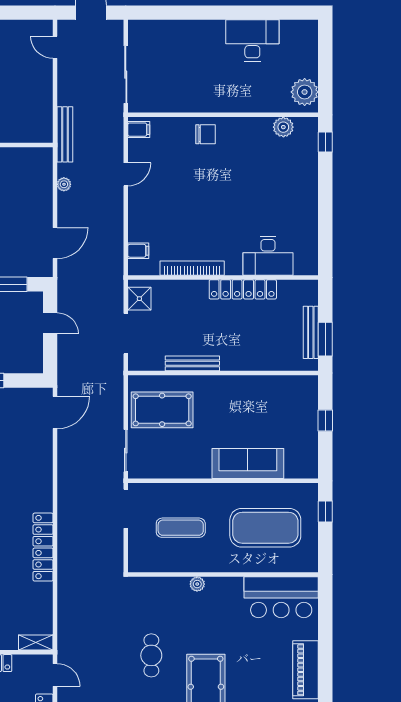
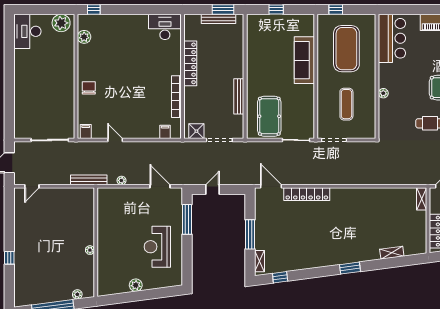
desk: (252, 41) -> (27, 31), moved
desk: (268, 256) -> (165, 27), moved, turned -90
locker: (43, 547) -> (307, 194), moved

